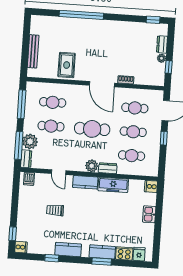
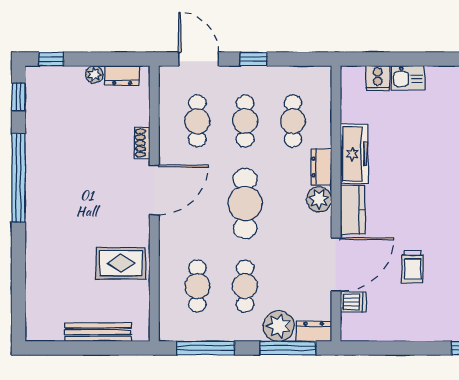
window: (81, 15) -> (19, 178), moved
dresser: (162, 44) -> (122, 75), moved
window: (169, 67) -> (51, 59), moved
door: (59, 172) -> (336, 265), width x1.87
dishwasher: (29, 179) -> (353, 302), moved
cooker: (151, 186) -> (378, 78), moved

